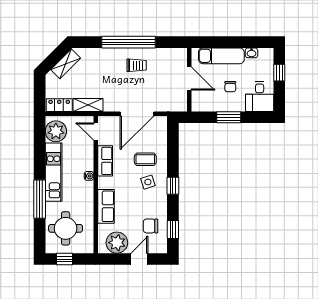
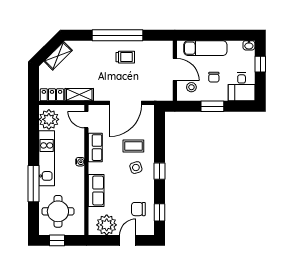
washbasin: (251, 53) -> (249, 45), moved
stool: (207, 97) -> (191, 87), added

